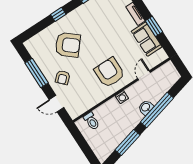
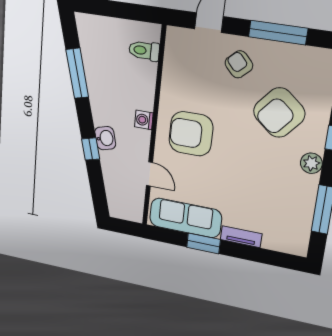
plant: (77, 14) -> (311, 163), added
sofa: (147, 39) -> (185, 218), width x1.36
armchair: (109, 73) -> (191, 134), turned 180
window: (157, 110) -> (91, 149), width x0.32

